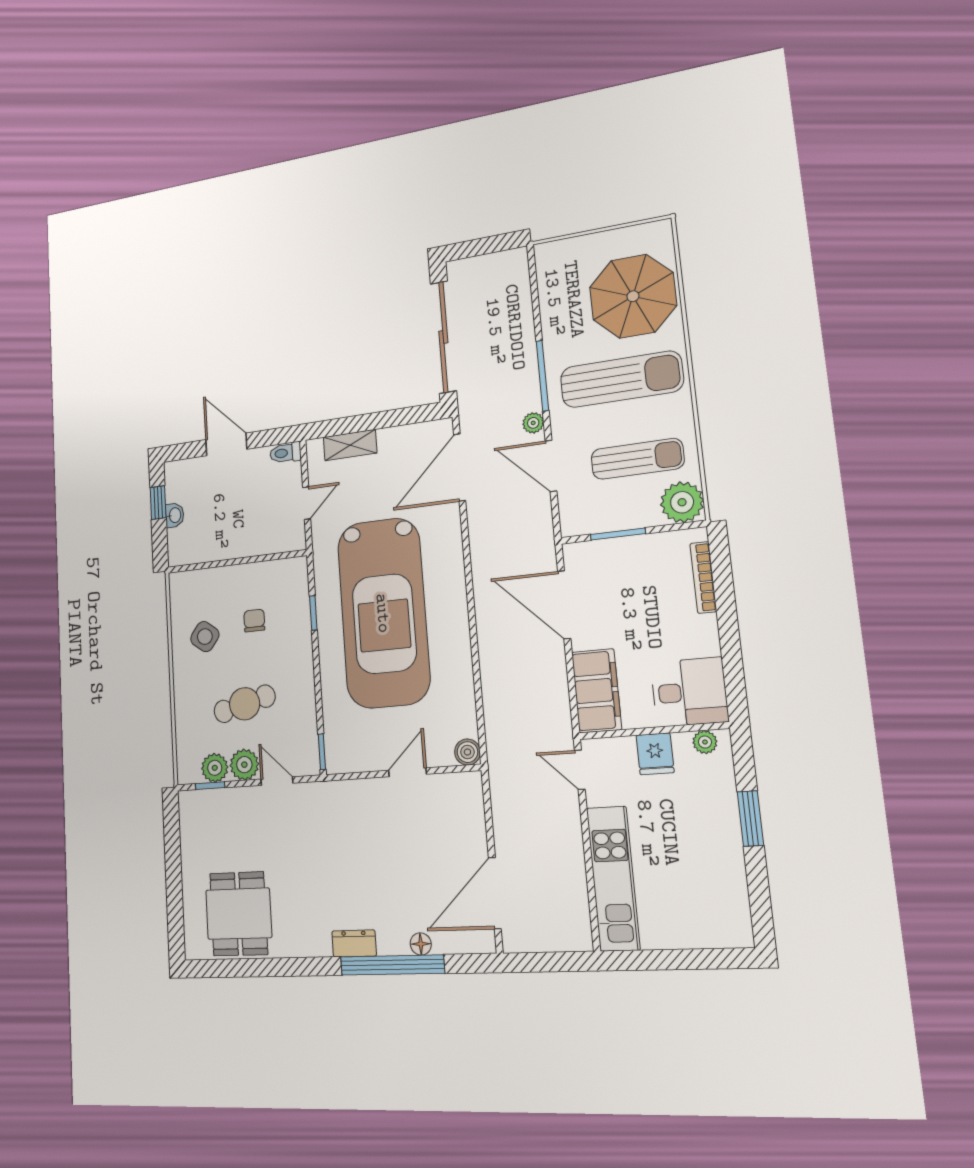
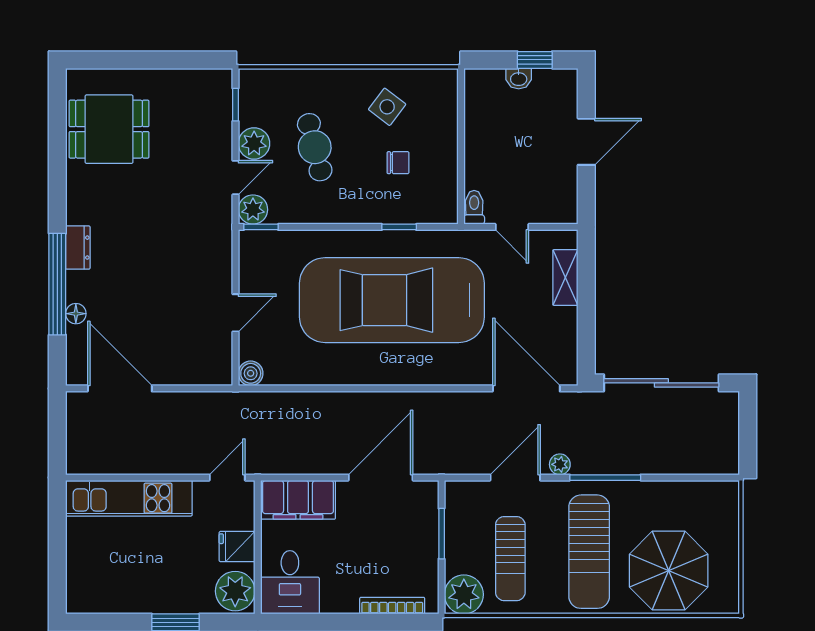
toilet: (285, 453) -> (474, 207), moved
plant: (705, 742) -> (235, 591), width x1.88, depth x1.88
plant: (215, 768) -> (253, 210), moved
door: (407, 772) -> (235, 313), hinge flipped

